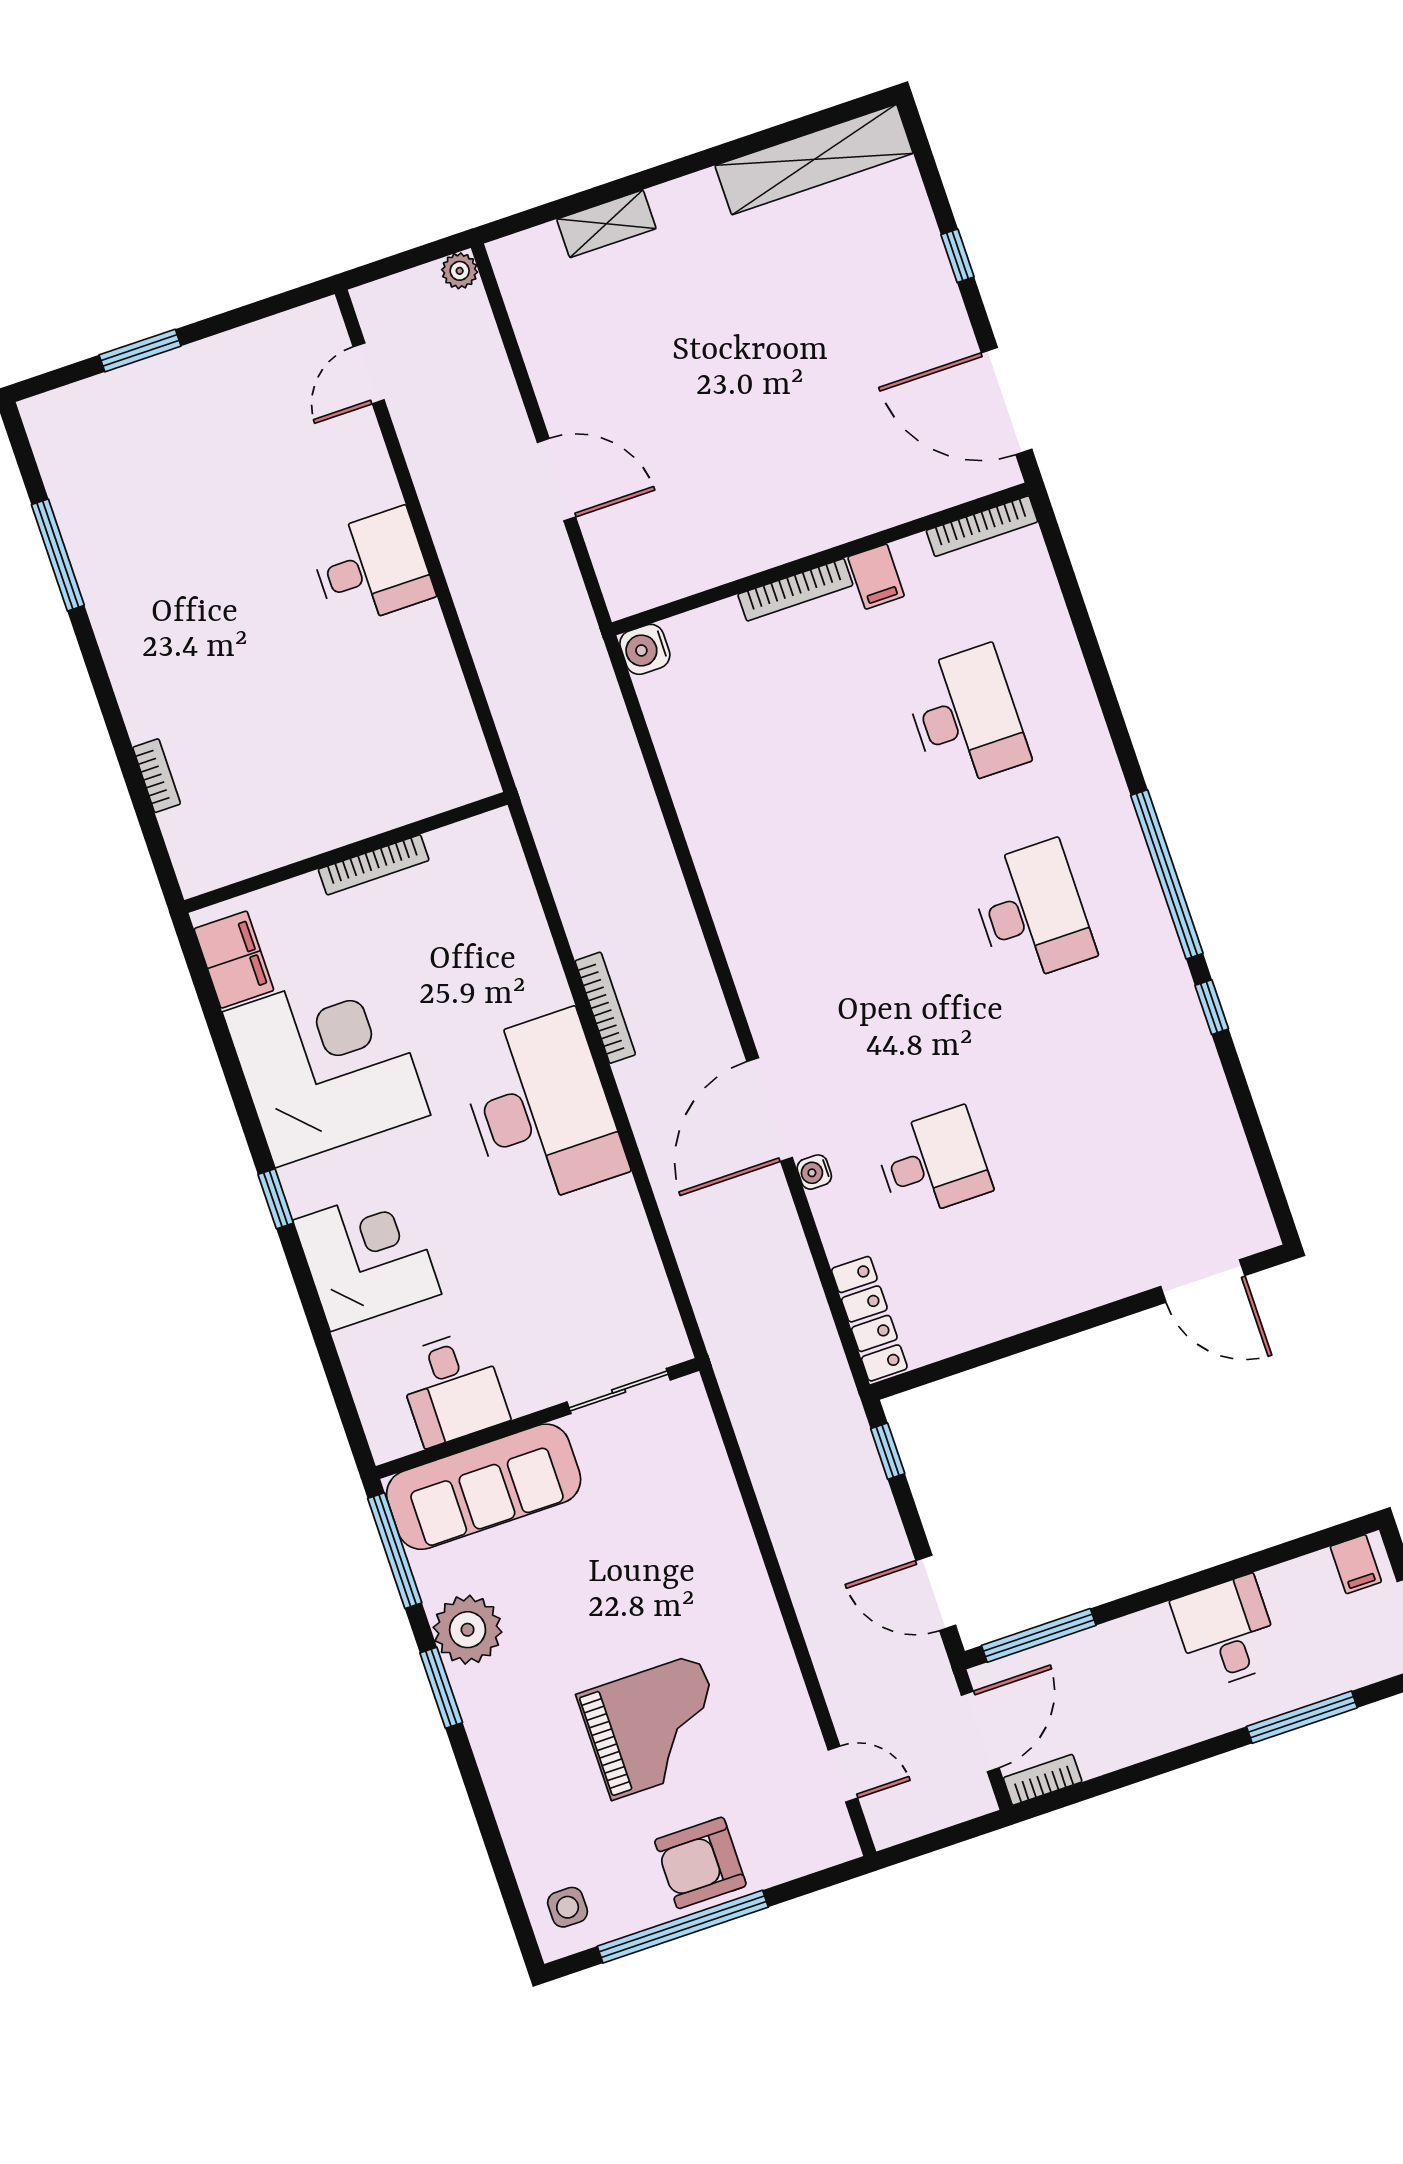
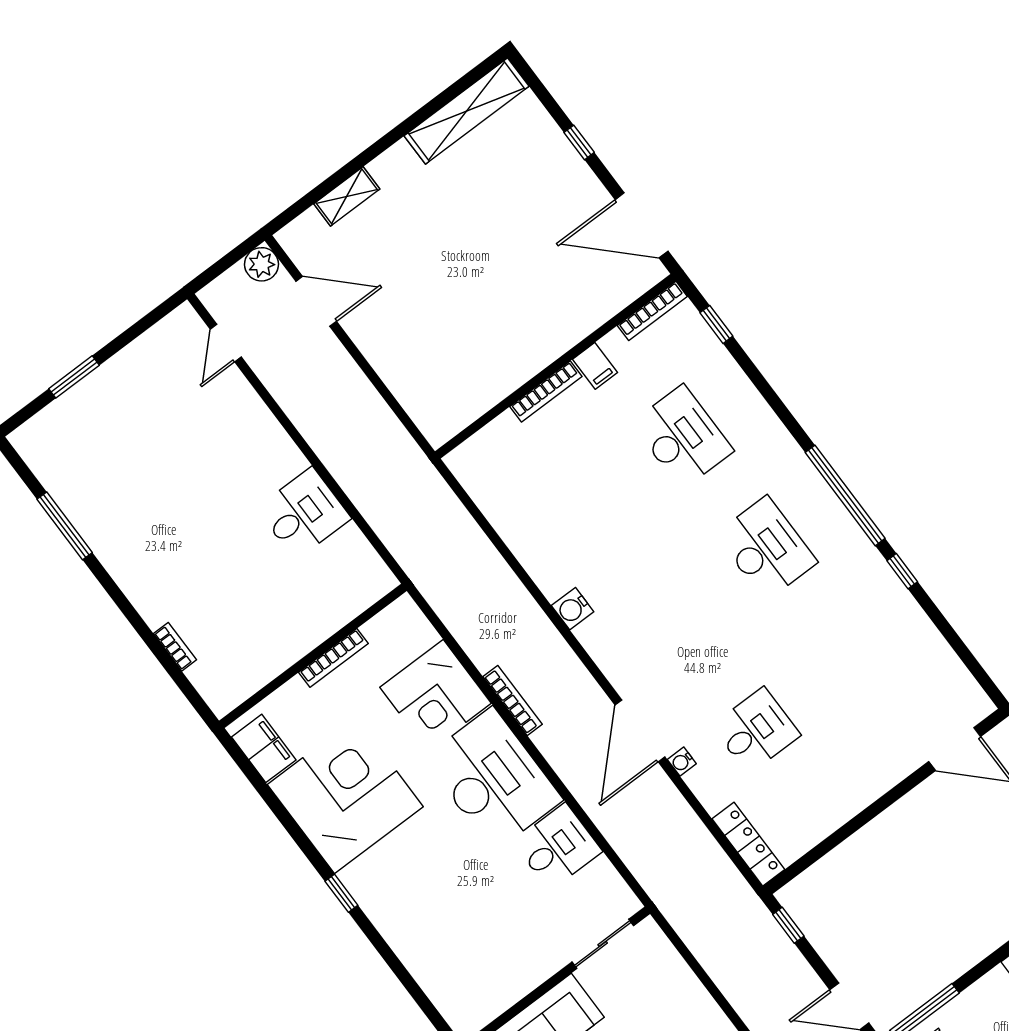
plant: (460, 271) -> (262, 264), width x1.38, depth x1.38
door: (556, 480) -> (316, 301), moved
desk: (372, 567) -> (304, 513), moved
window: (1065, 575) -> (716, 324), added
water cooler: (645, 649) -> (573, 609), moved
corner desk: (367, 1257) -> (436, 695), moved, turned 180
desk: (452, 1388) -> (558, 847), moved, turned -90

